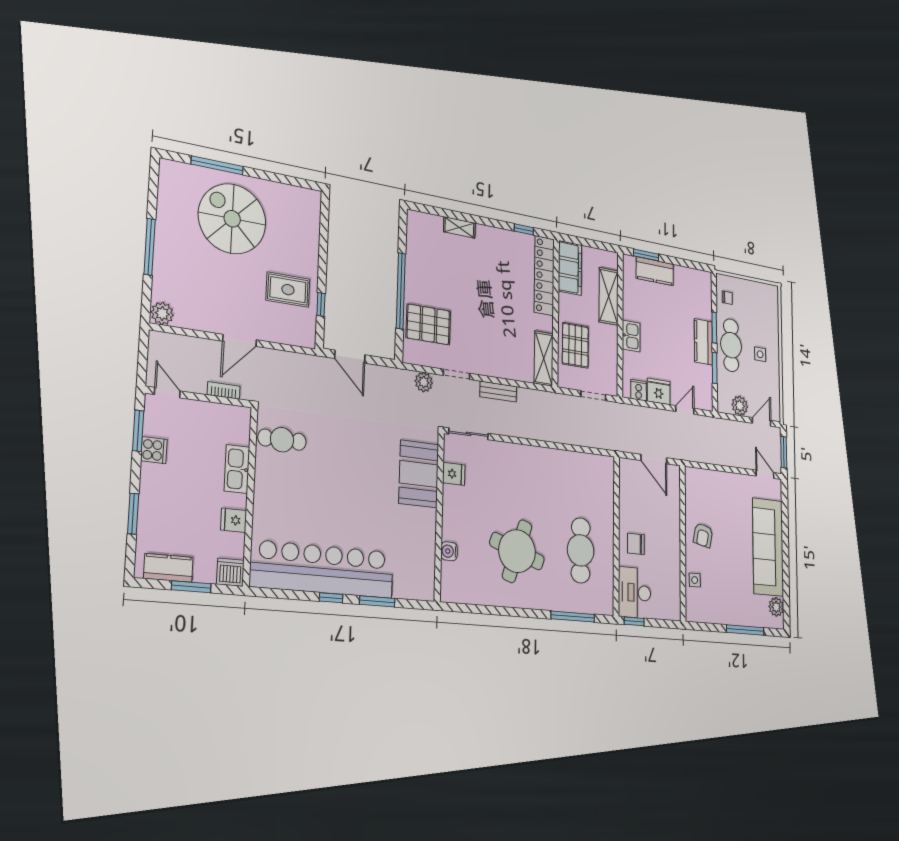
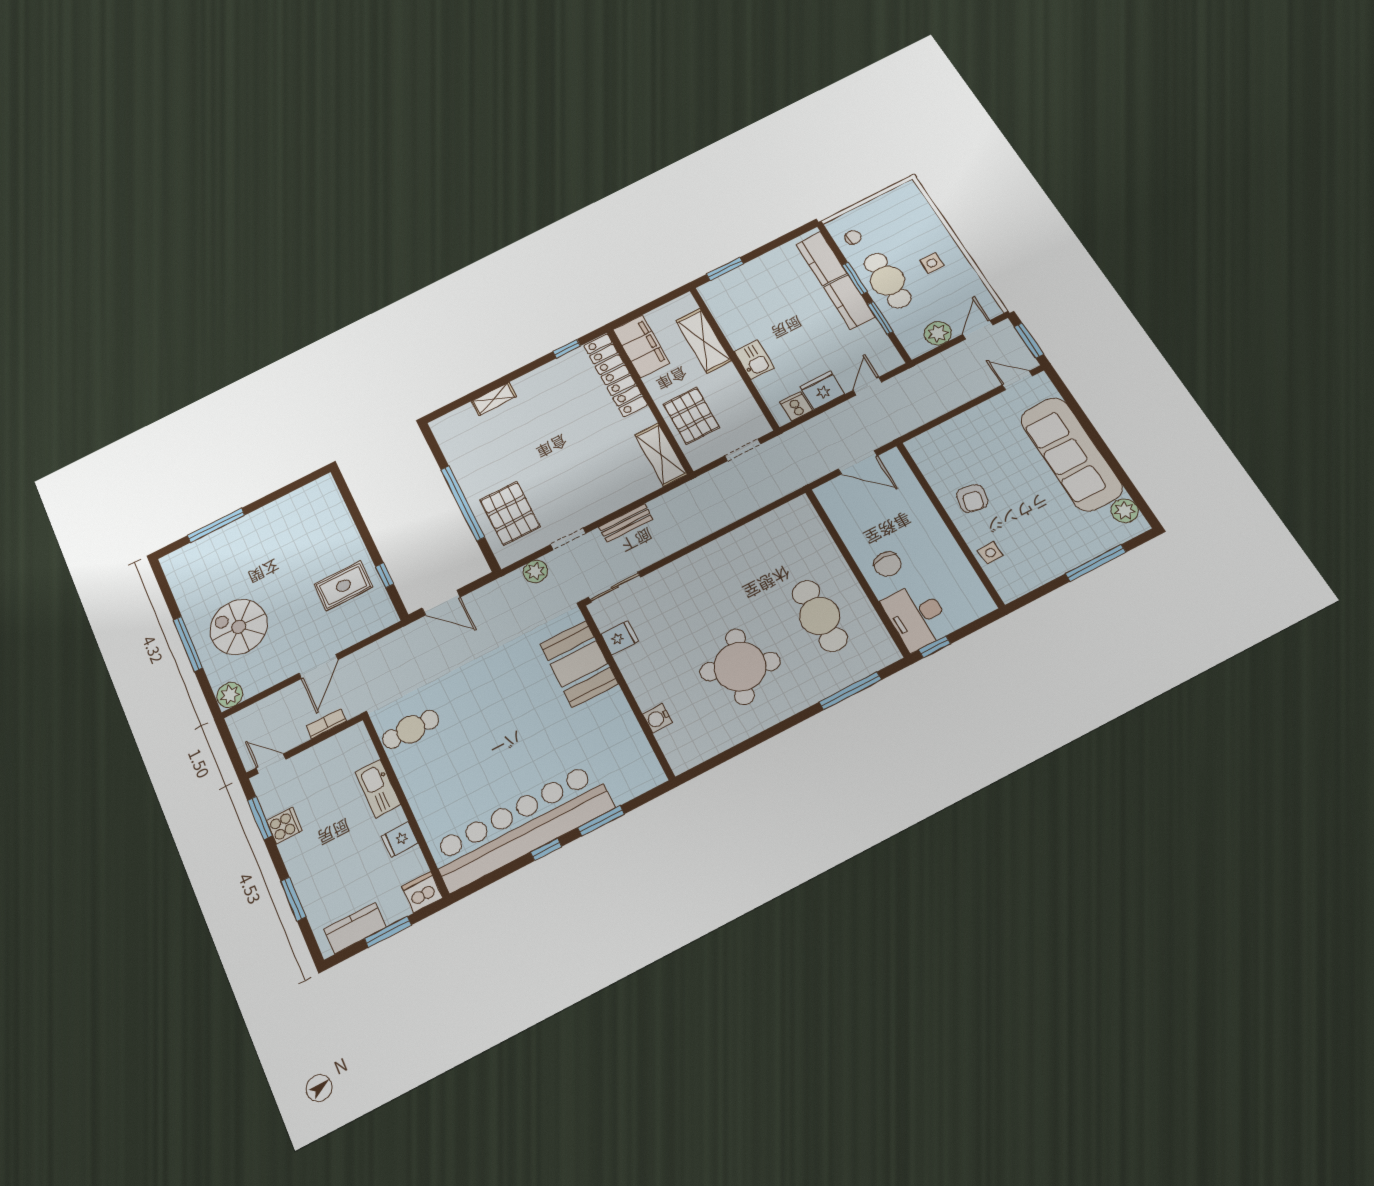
spiral stairs: (232, 219) -> (239, 627), moved, width x0.73, depth x0.73
kitchen counter: (655, 271) -> (821, 259), moved, turned 90
pallet: (428, 324) -> (510, 513), turned 90
chair: (636, 544) -> (888, 564), turned -90

